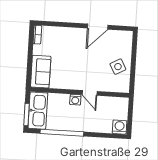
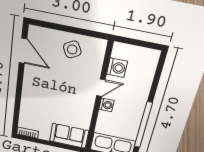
door: (98, 27) -> (23, 51), moved
washing machine: (120, 127) -> (117, 68), moved, turned 180

